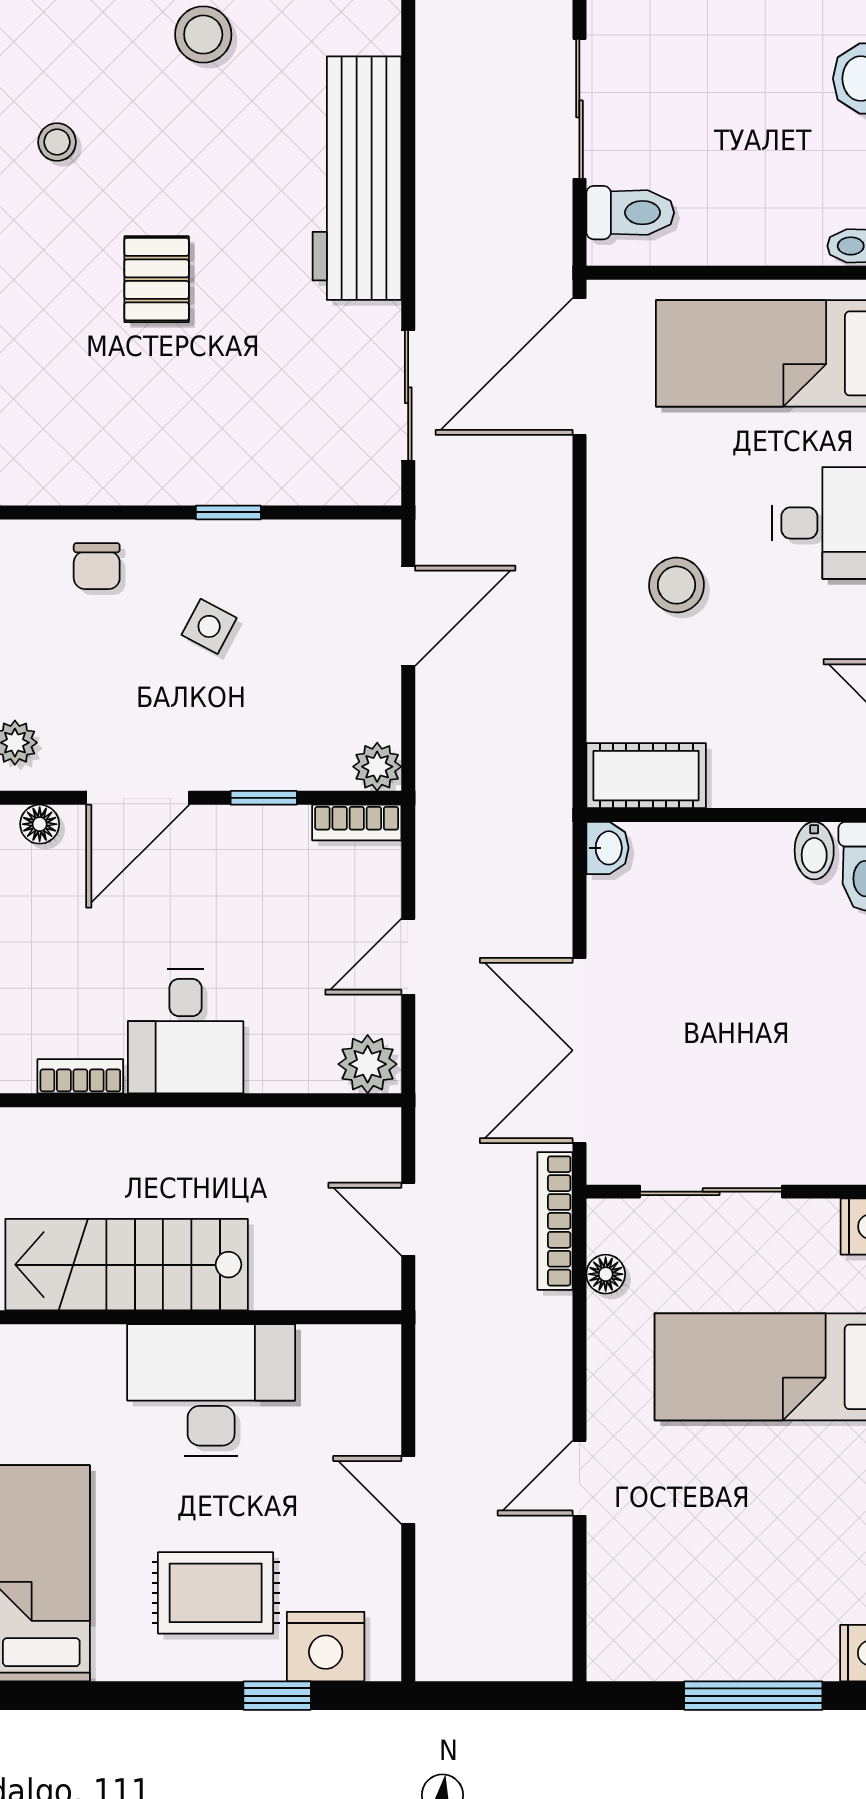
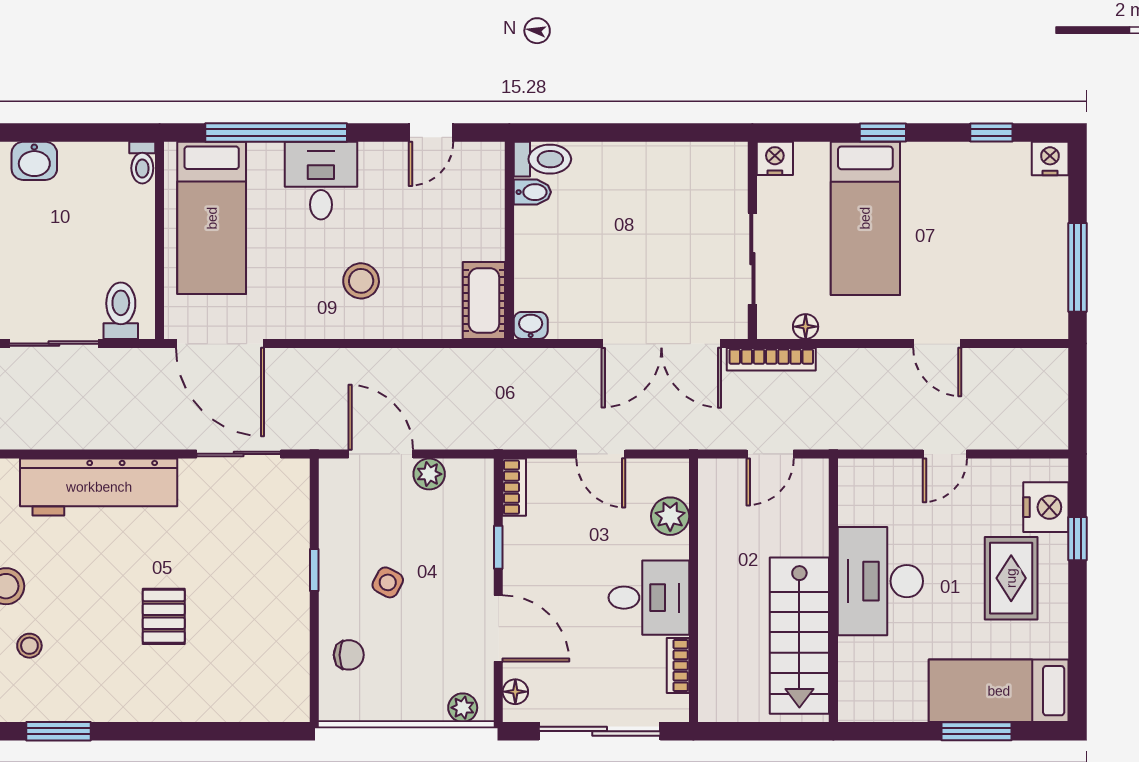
stool: (57, 142) -> (29, 646), moved
pallet: (157, 279) -> (164, 616), turned 90
plant: (377, 767) -> (429, 474), moved
plant: (368, 1064) -> (670, 516), moved
window: (753, 1696) -> (1077, 267), moved

